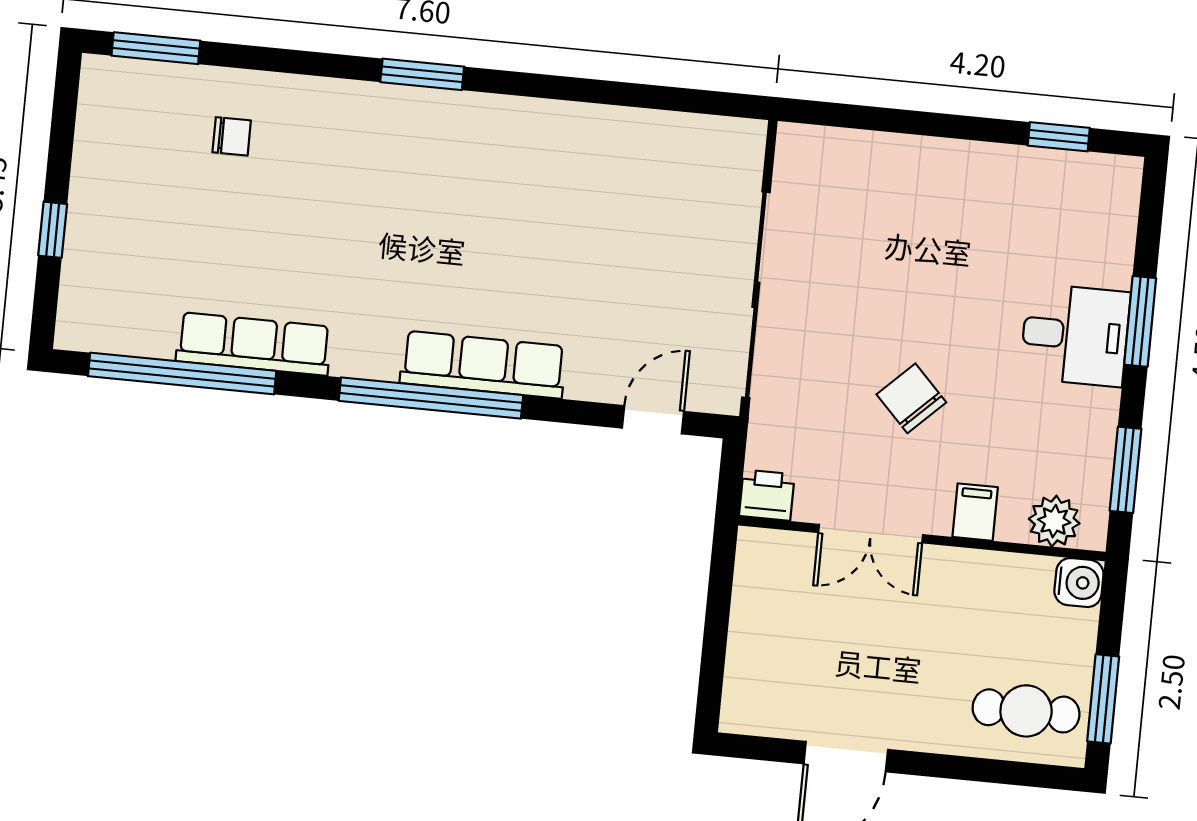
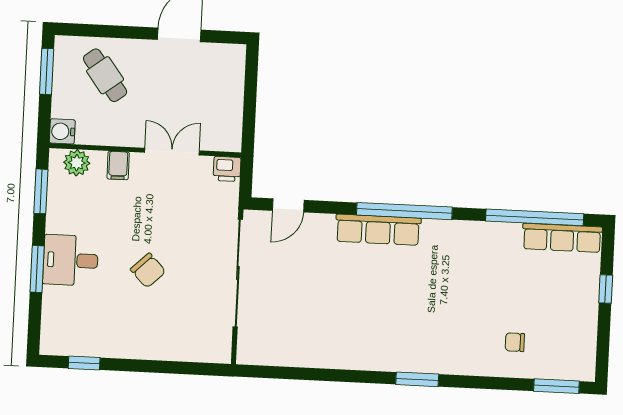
row of seats: (254, 344) -> (562, 238), moved
chair: (911, 398) -> (148, 270), moved
cafe table: (1026, 711) -> (105, 75), moved, turned 53

